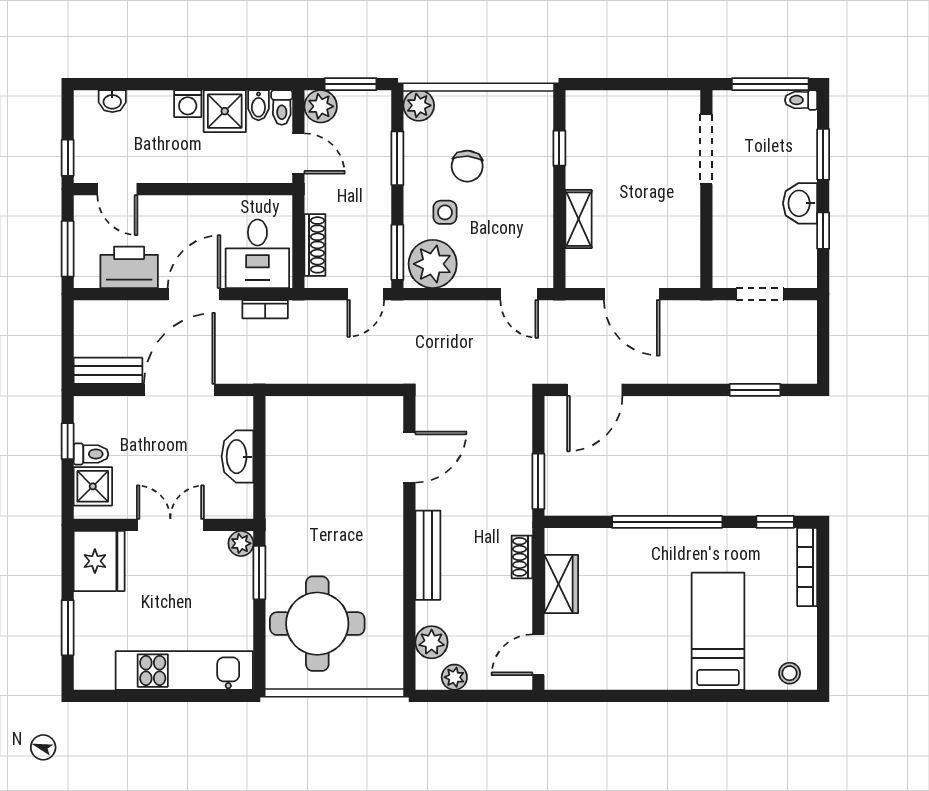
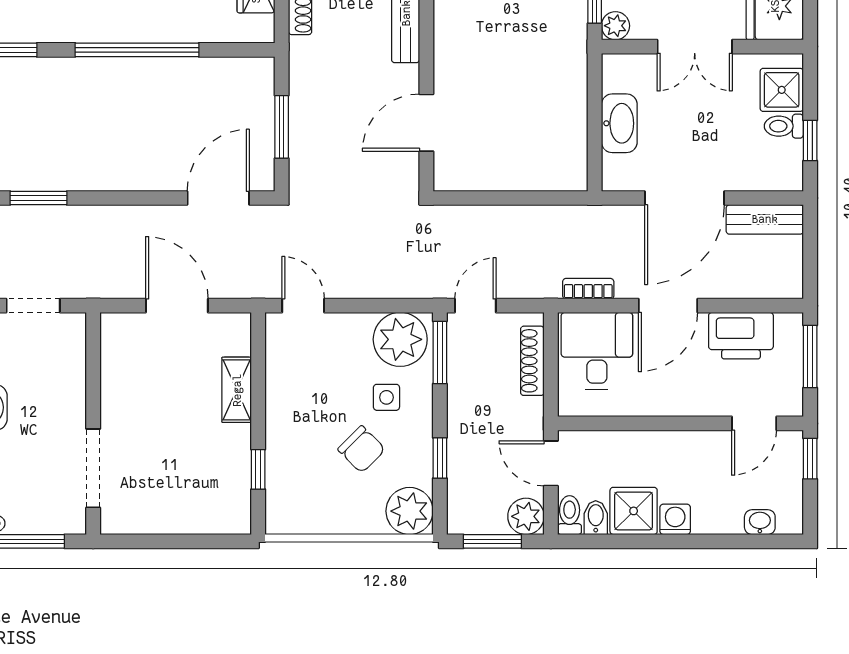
plant: (419, 105) -> (410, 511), width x1.36, depth x1.36
window: (397, 158) -> (440, 458), width x0.67
chair: (467, 166) -> (362, 449), turned 131
door: (117, 189) -> (754, 423), swing flipped
window: (538, 481) -> (282, 127), moved

